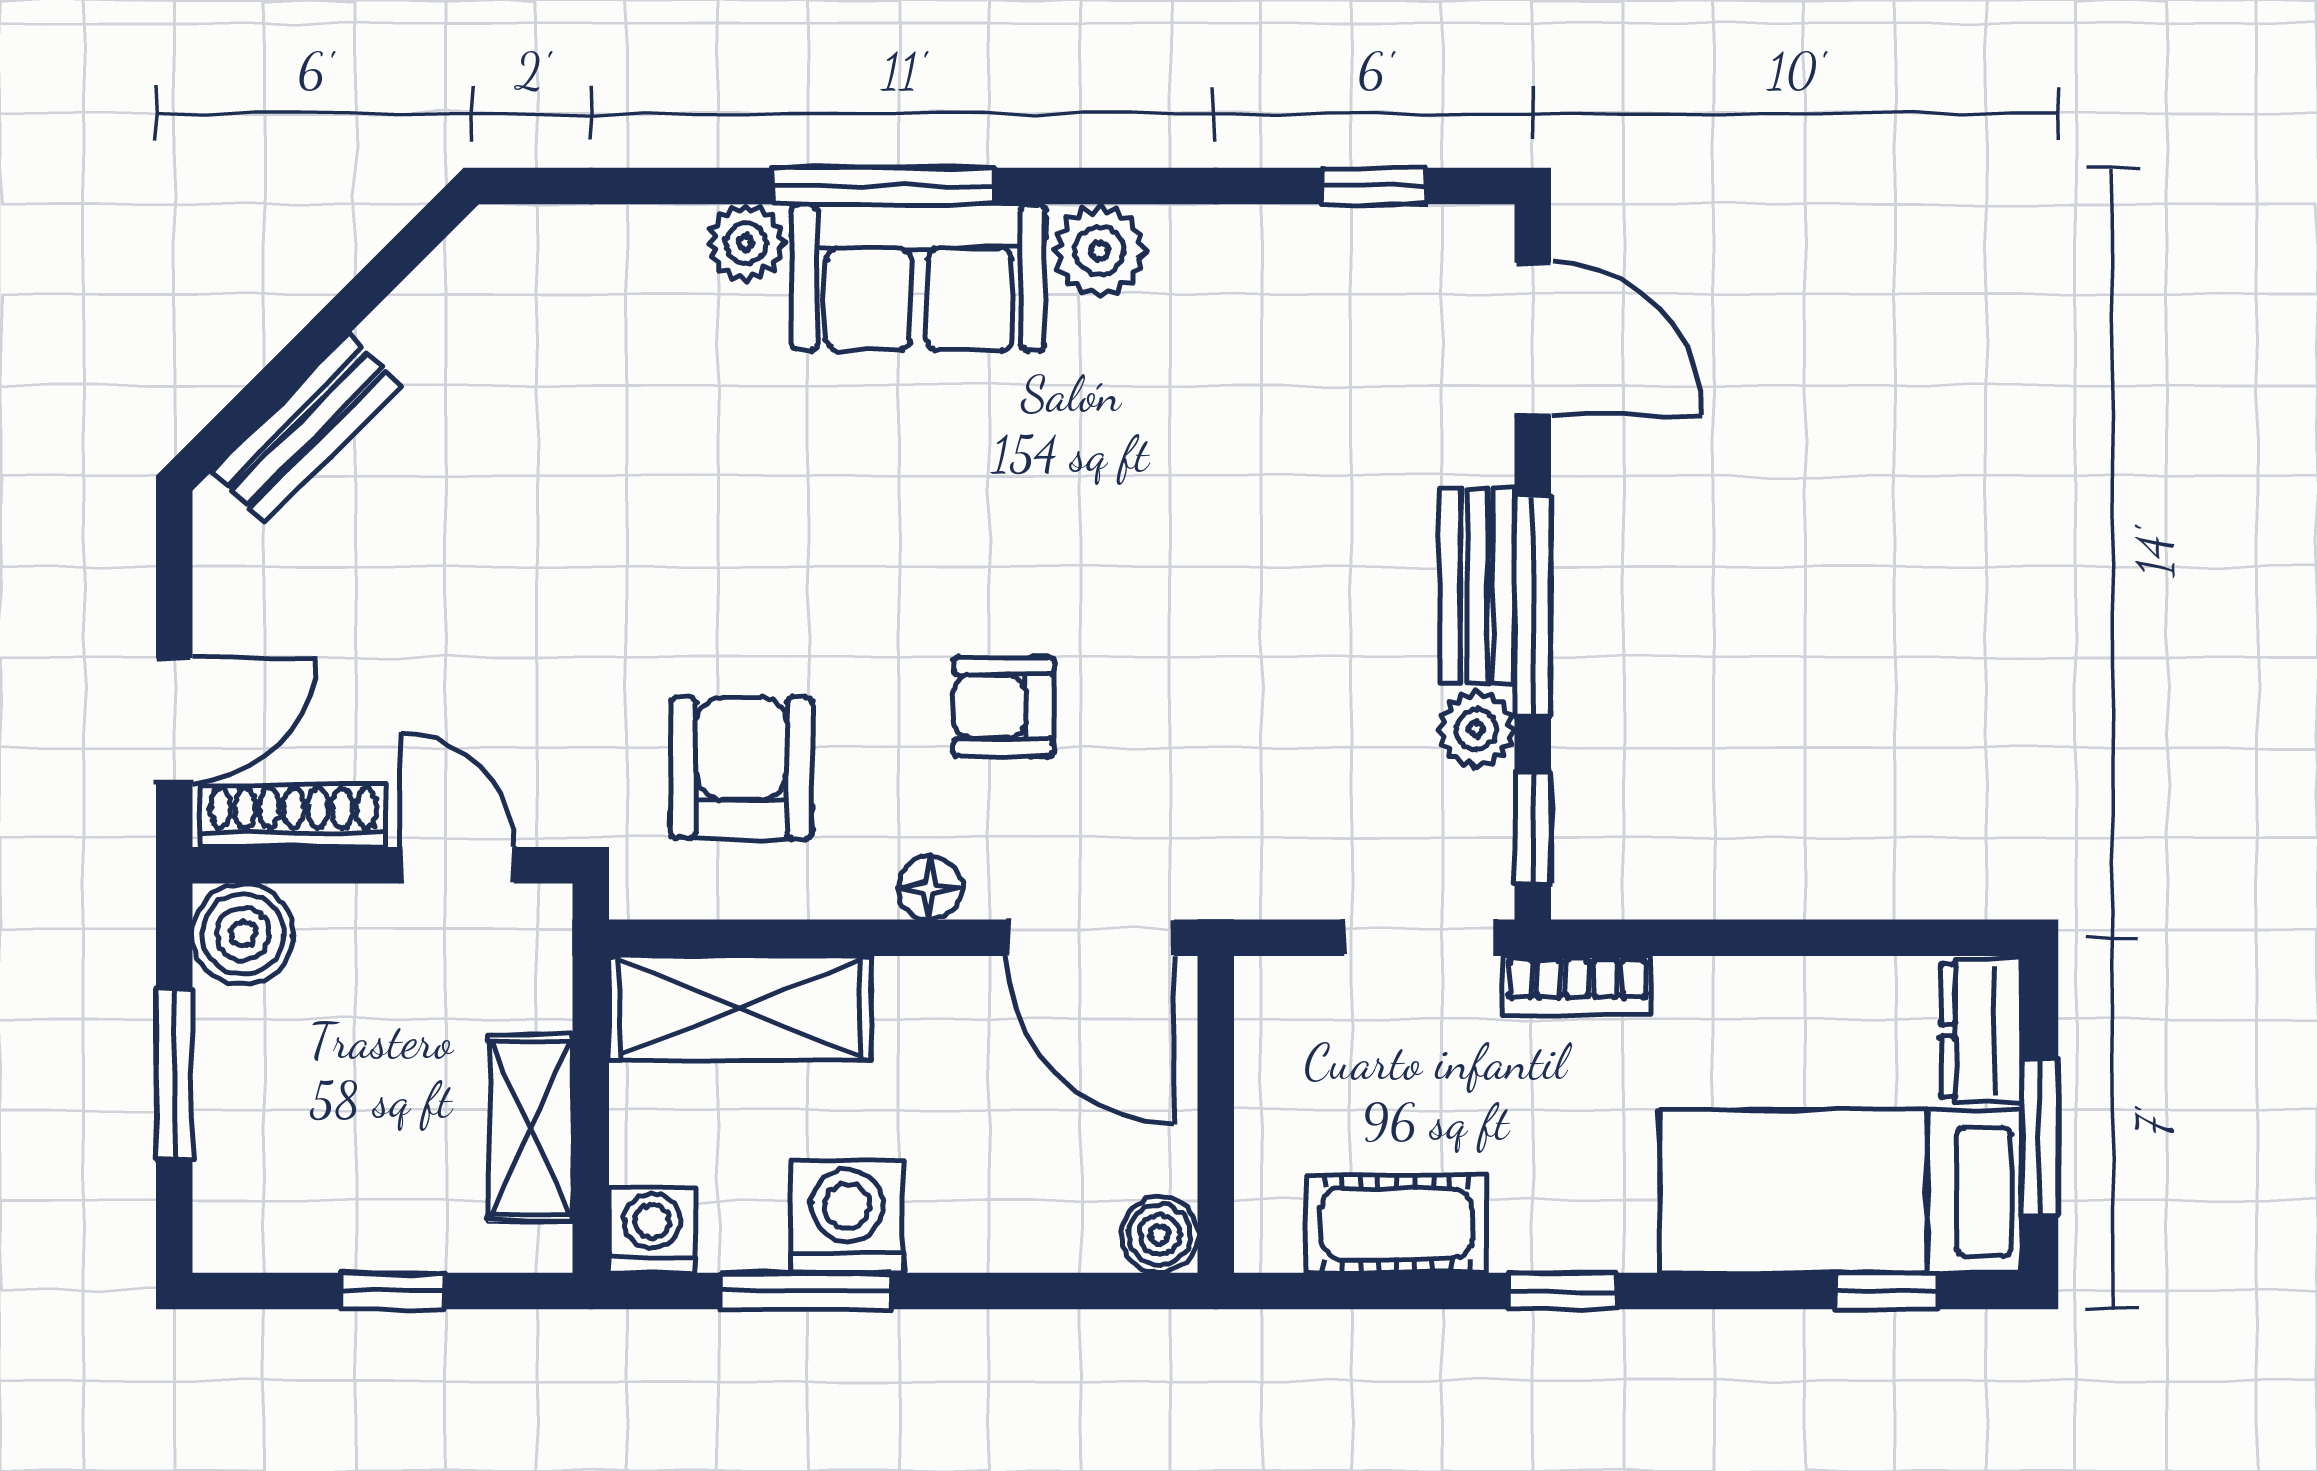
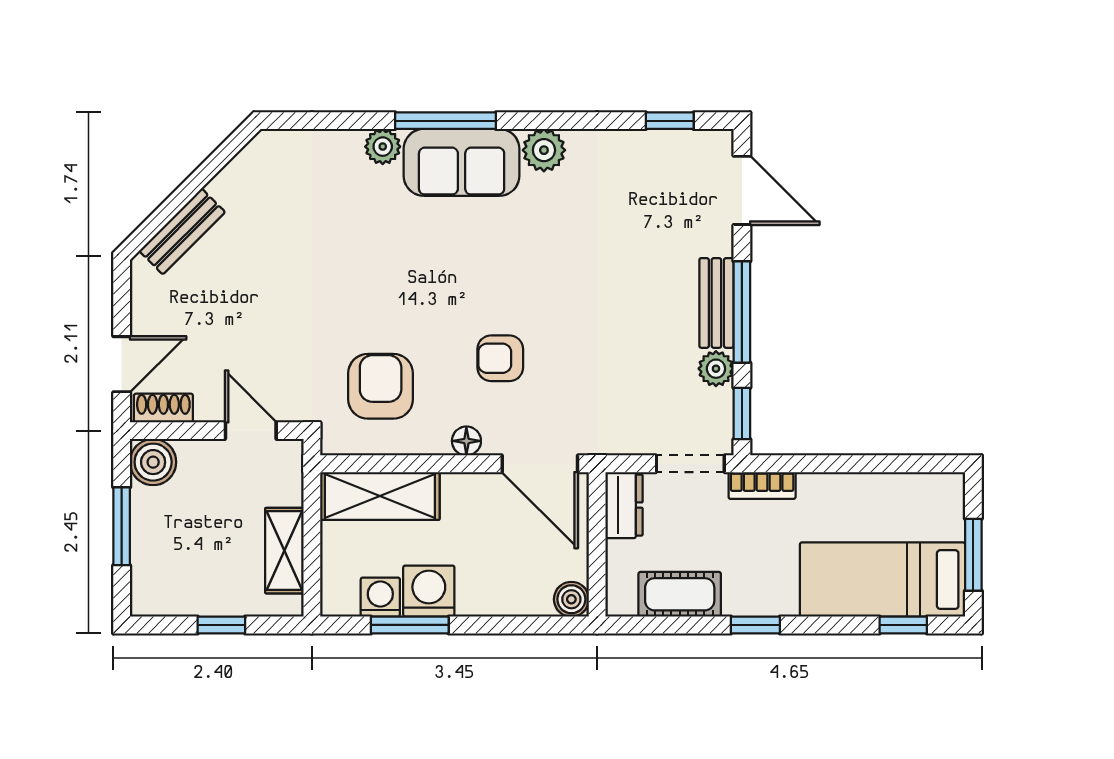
shoe rack: (293, 816) -> (163, 408), width x0.70
dresser: (1981, 1030) -> (624, 505), moved, turned 180
washing machine: (652, 1230) -> (380, 597), moved

